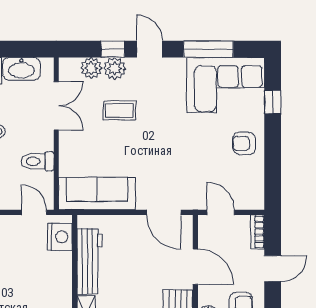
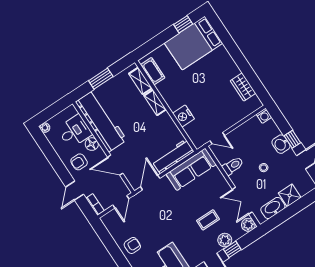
plant: (91, 68) -> (248, 225), moved
door: (164, 212) -> (150, 182), hinge flipped
door: (221, 212) -> (121, 202), hinge flipped
nightstand: (60, 237) -> (184, 116), moved
workbench: (89, 261) -> (173, 156), moved, turned 90

